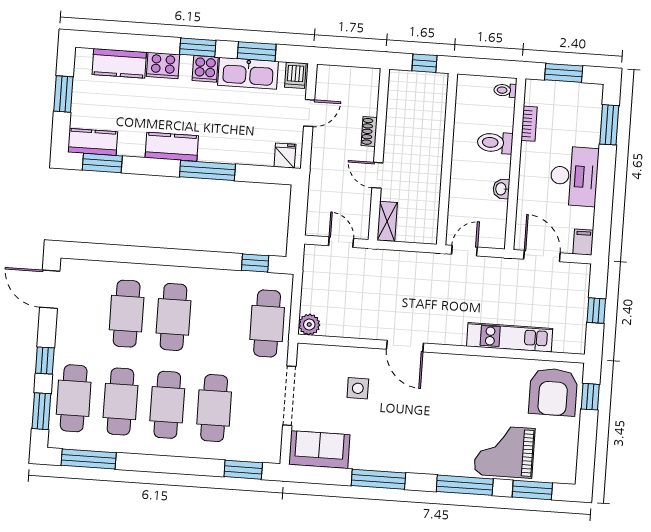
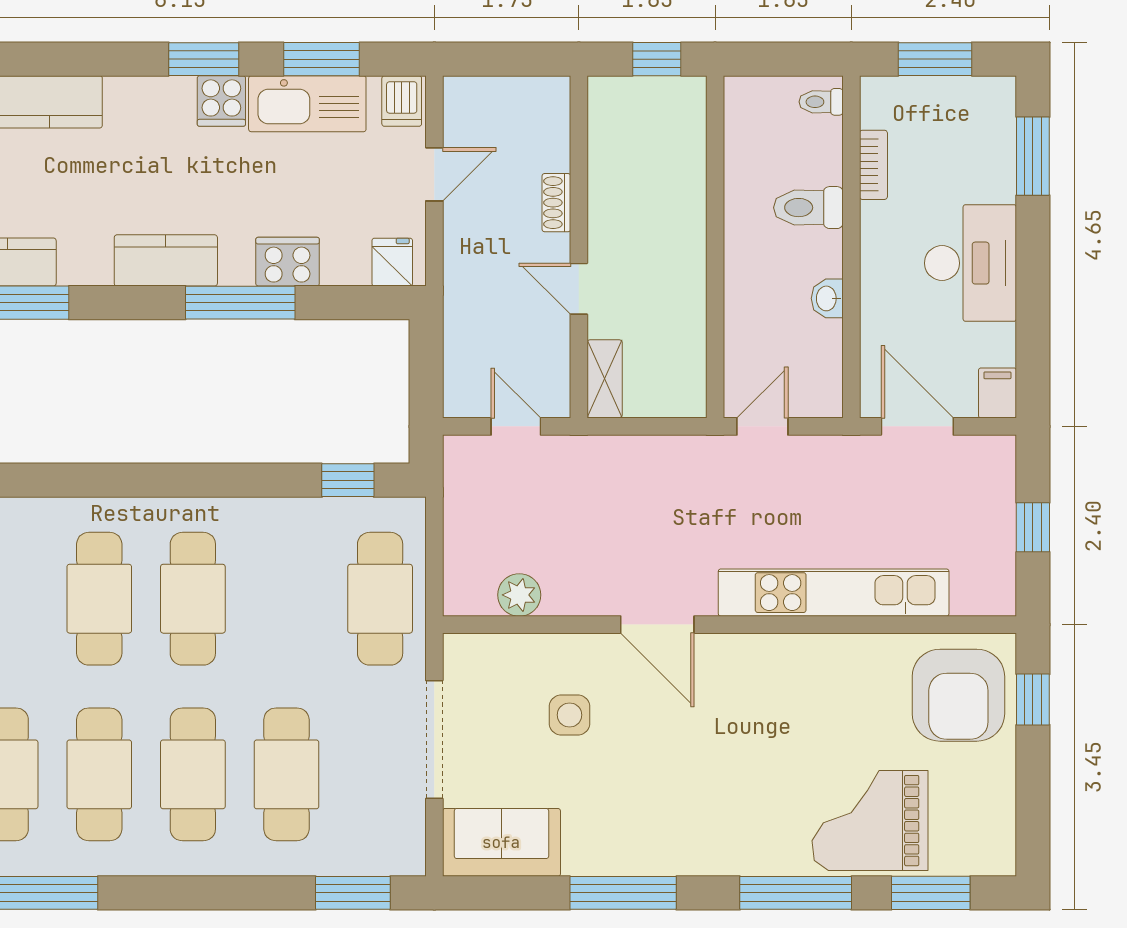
cooker: (163, 65) -> (288, 262), moved, turned 180
plant: (309, 325) -> (519, 595), moved
kitchen unit: (510, 337) -> (834, 593), width x1.36

